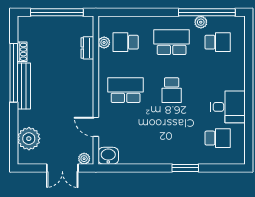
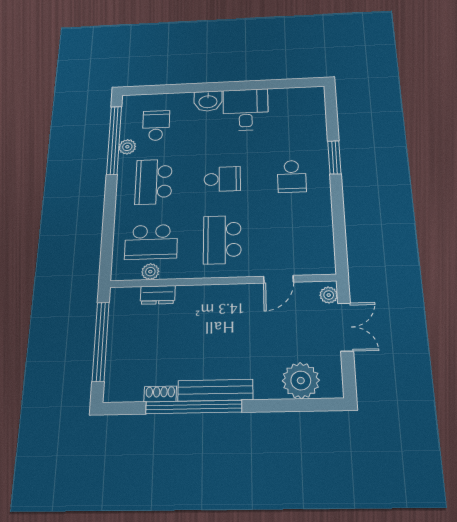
school desk: (126, 42) -> (151, 242), width x1.85
school desk: (218, 138) -> (292, 176), moved, turned 180
washbasin: (108, 156) -> (208, 101), moved, turned -90

